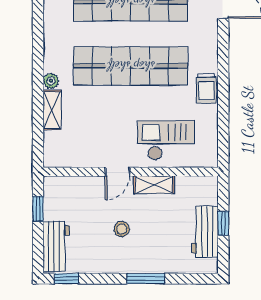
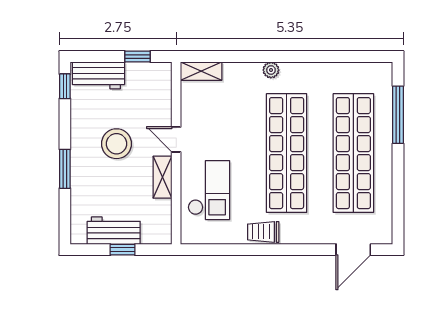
shelving: (52, 110) -> (201, 71), moved
stool: (122, 229) -> (117, 144), width x1.89, depth x1.89

